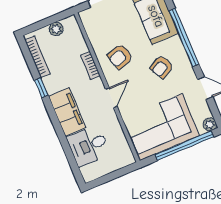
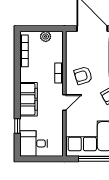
window: (41, 88) -> (17, 126), moved
desk: (88, 146) -> (34, 143), moved

